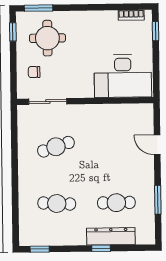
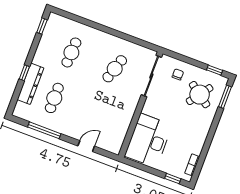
round table: (47, 38) -> (200, 95), turned 36
sliding door: (48, 102) -> (151, 76), width x1.37
cafe table: (56, 147) -> (115, 69), turned 36
window: (158, 200) -> (44, 130), width x1.44

